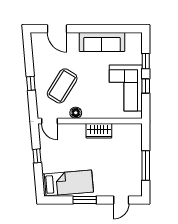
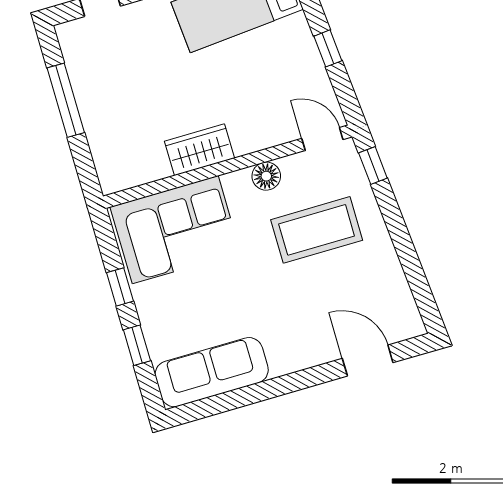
sofa: (102, 42) -> (212, 372), moved
window: (31, 83) -> (373, 165), moved
coffee table: (62, 86) -> (317, 230), turned 58
corner sofa: (126, 88) -> (175, 230), moved, turned 90

